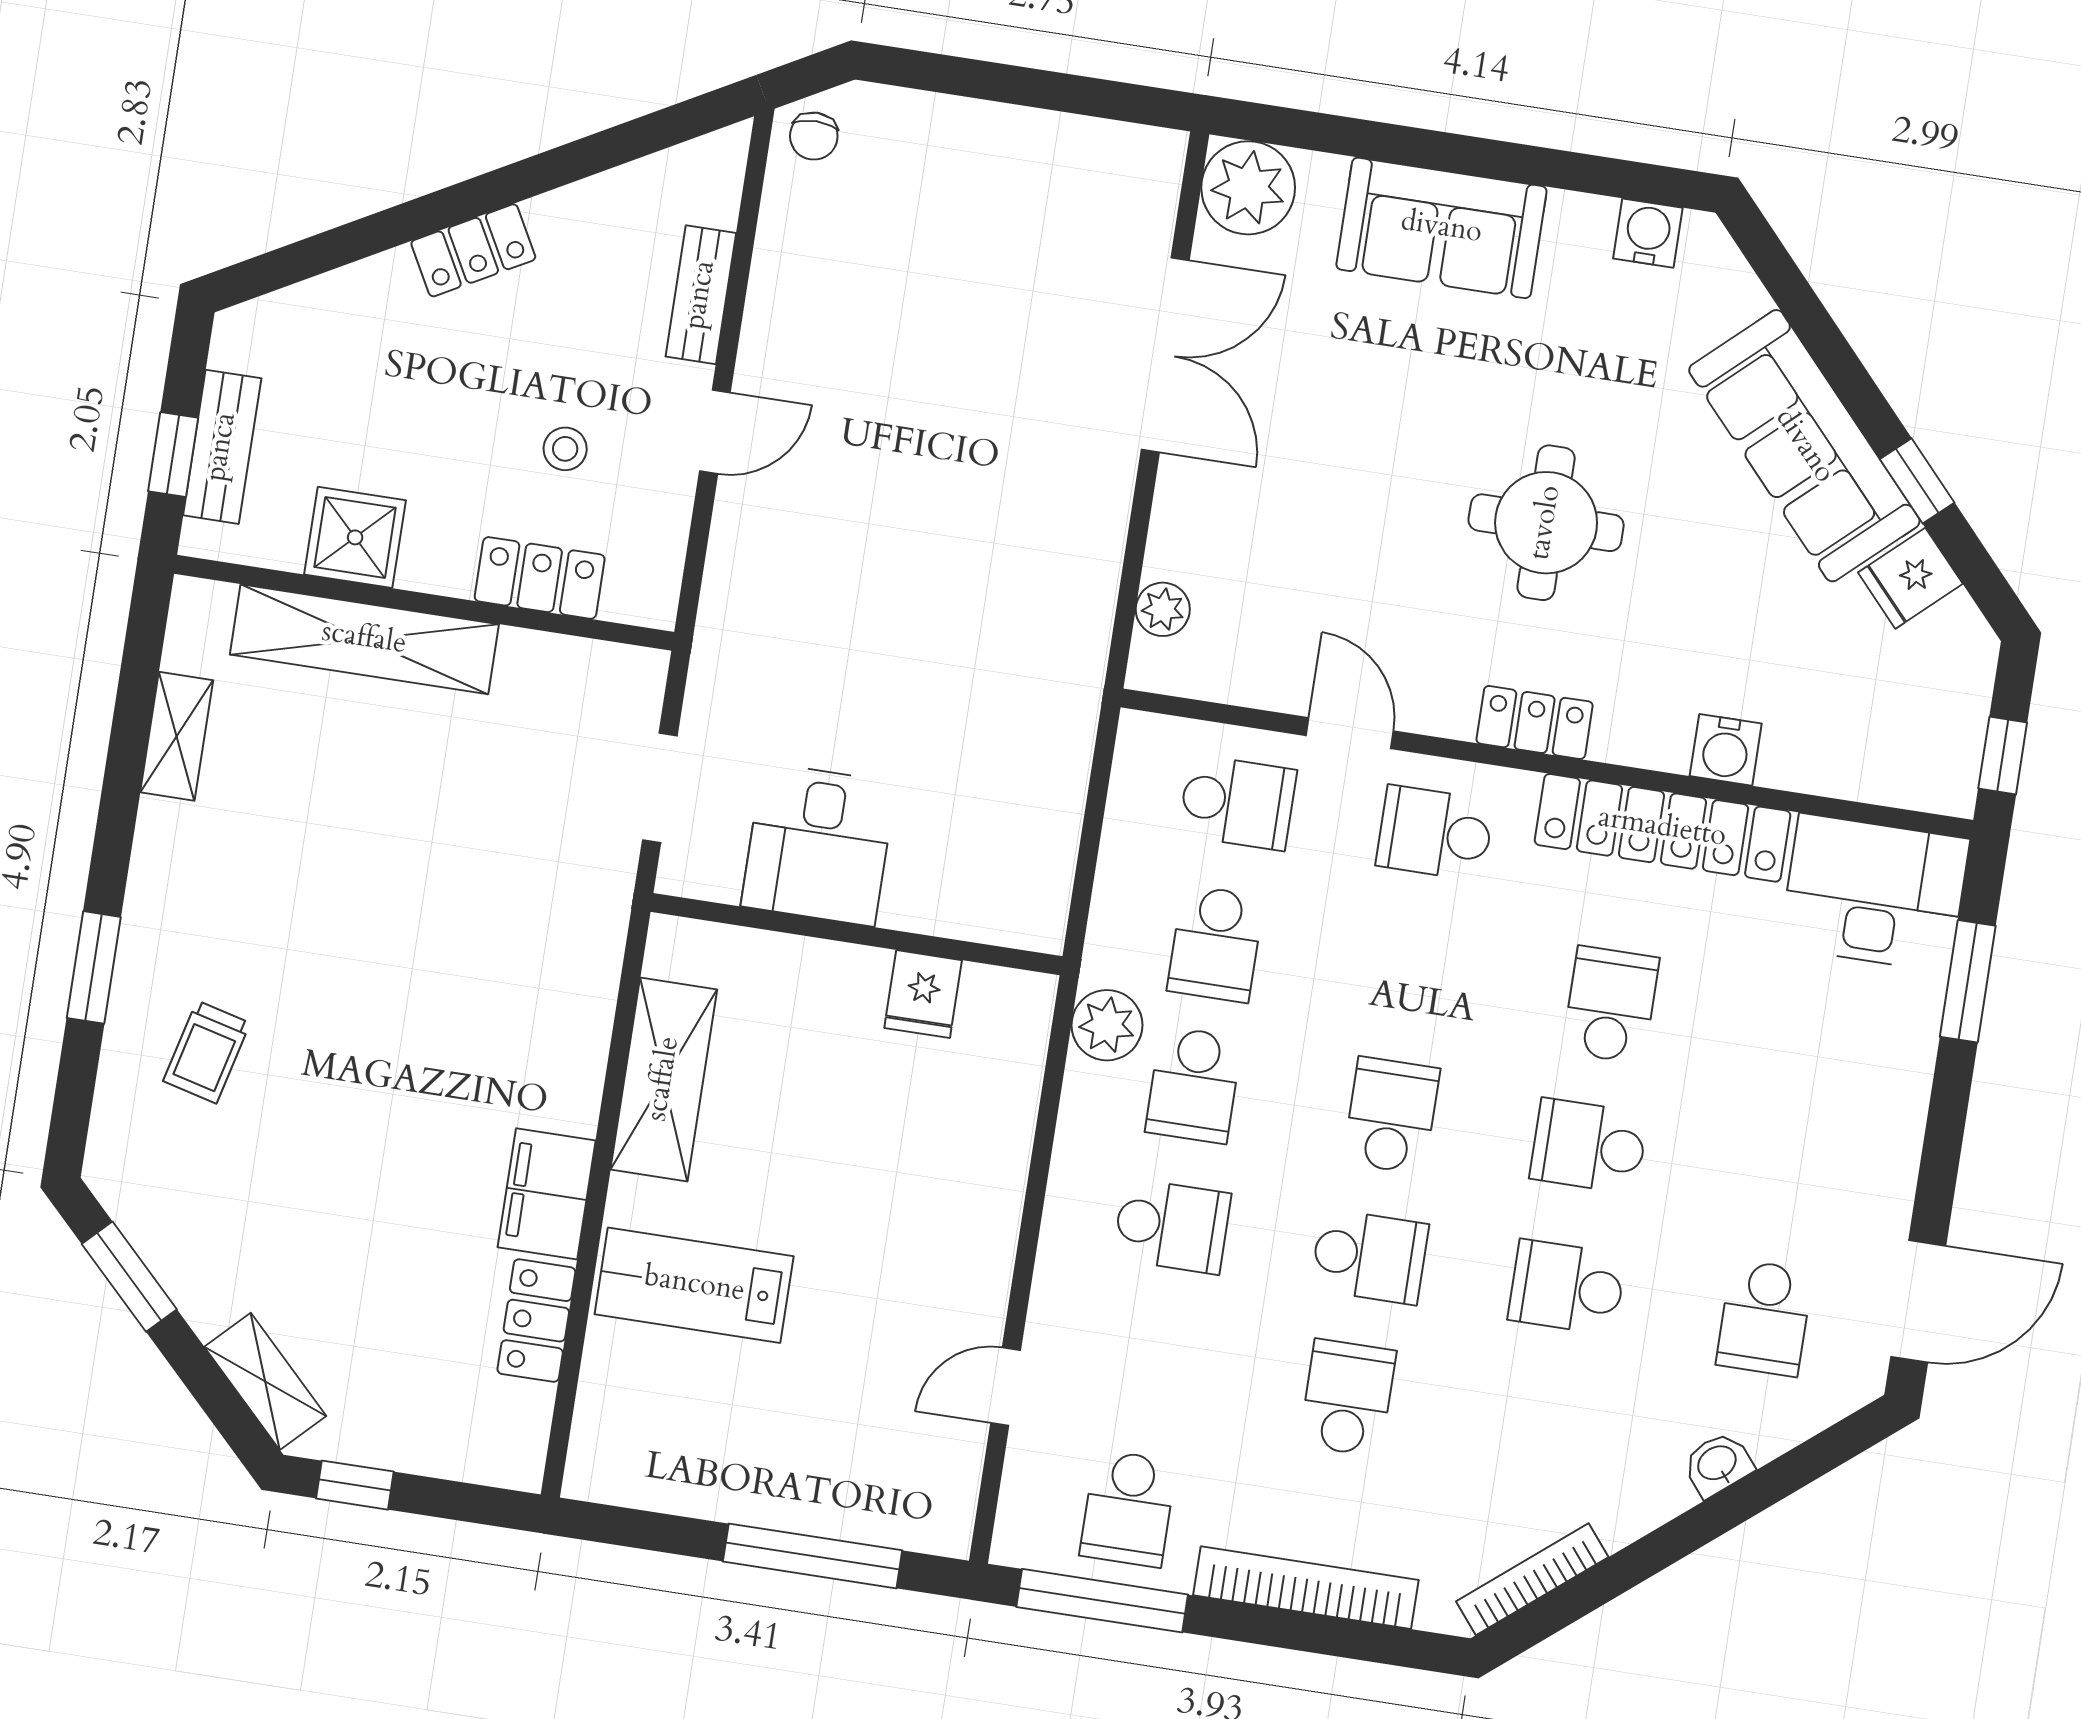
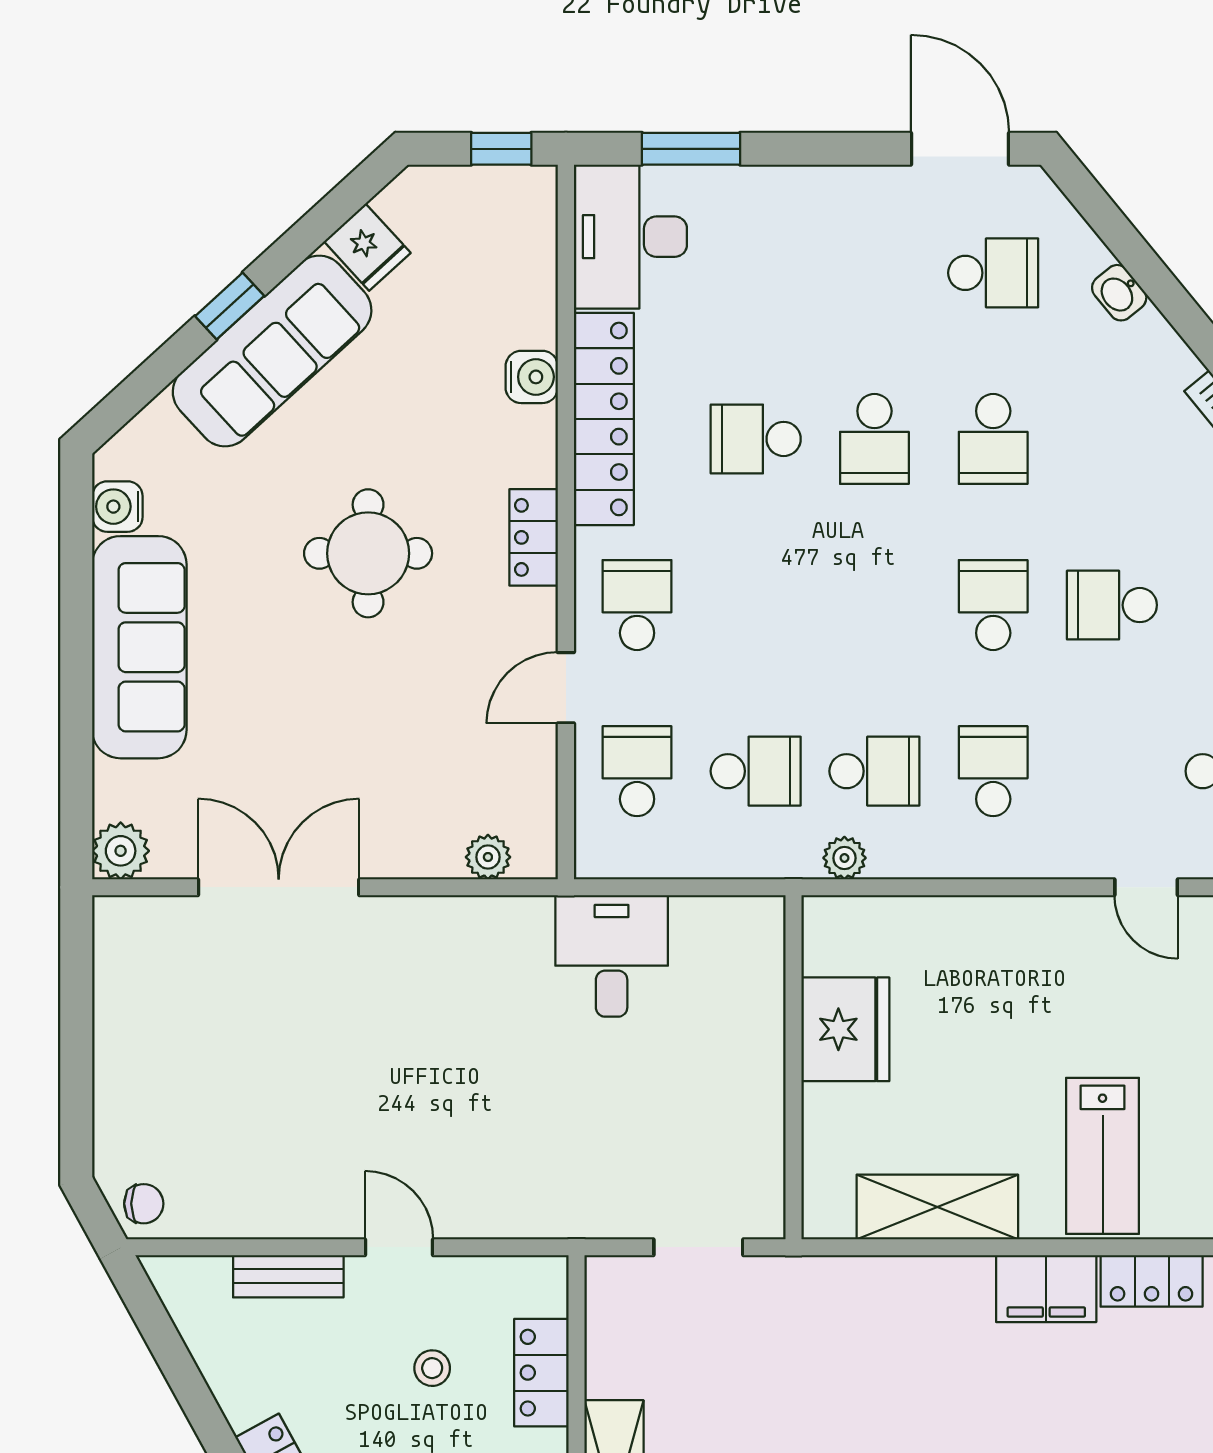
plant: (1248, 188) -> (121, 851), width x0.73, depth x0.73
sofa: (1441, 228) -> (139, 647), width x1.36
window: (1917, 481) -> (230, 306), moved
school desk: (1435, 833) -> (637, 605), turned 180
desk: (818, 845) -> (612, 956), moved, turned -90
fridge: (923, 994) -> (845, 1029), width x1.88, depth x1.34
plant: (1107, 1025) -> (844, 858), width x0.73, depth x0.73
school desk: (1391, 1115) -> (874, 605), removed

